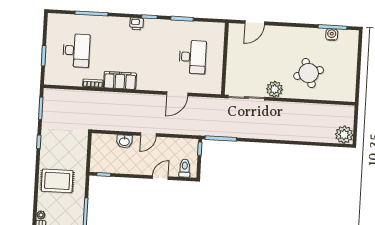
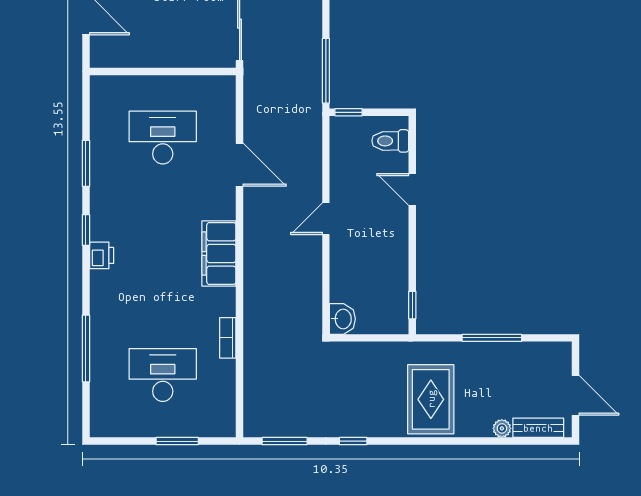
filing cabinet: (120, 80) -> (219, 253), moved
door: (148, 135) -> (326, 219), swing flipped
washbasin: (124, 141) -> (342, 319), moved

